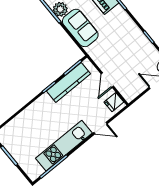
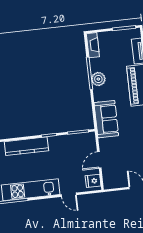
sofa: (80, 28) -> (106, 119), moved
kitchen counter: (69, 82) -> (26, 146), moved

